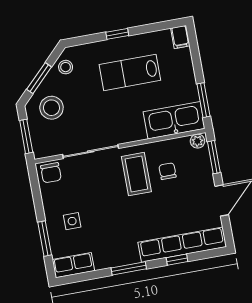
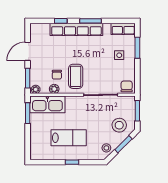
filing cabinet: (180, 37) -> (35, 153), removed
plant: (167, 147) -> (54, 89), added
row of seats: (182, 245) -> (76, 29), moved

